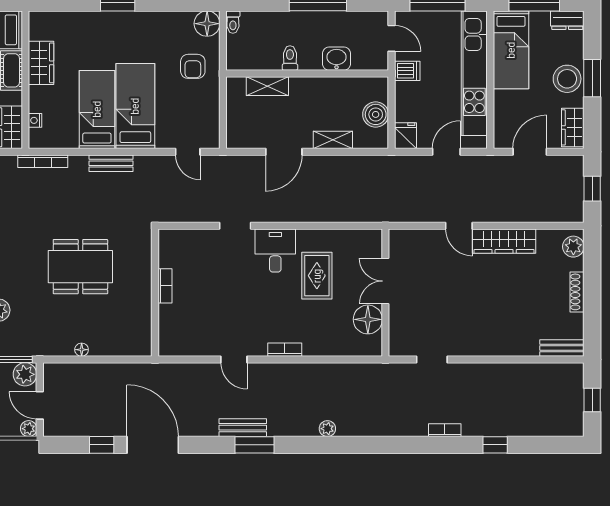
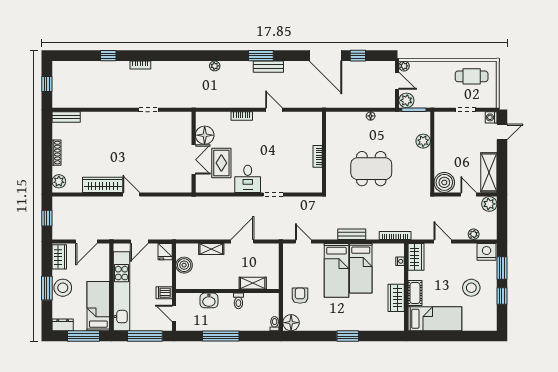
double door: (385, 281) -> (194, 160), moved
wall: (385, 293) -> (194, 152), moved
floor lamp: (368, 319) -> (205, 135), moved

